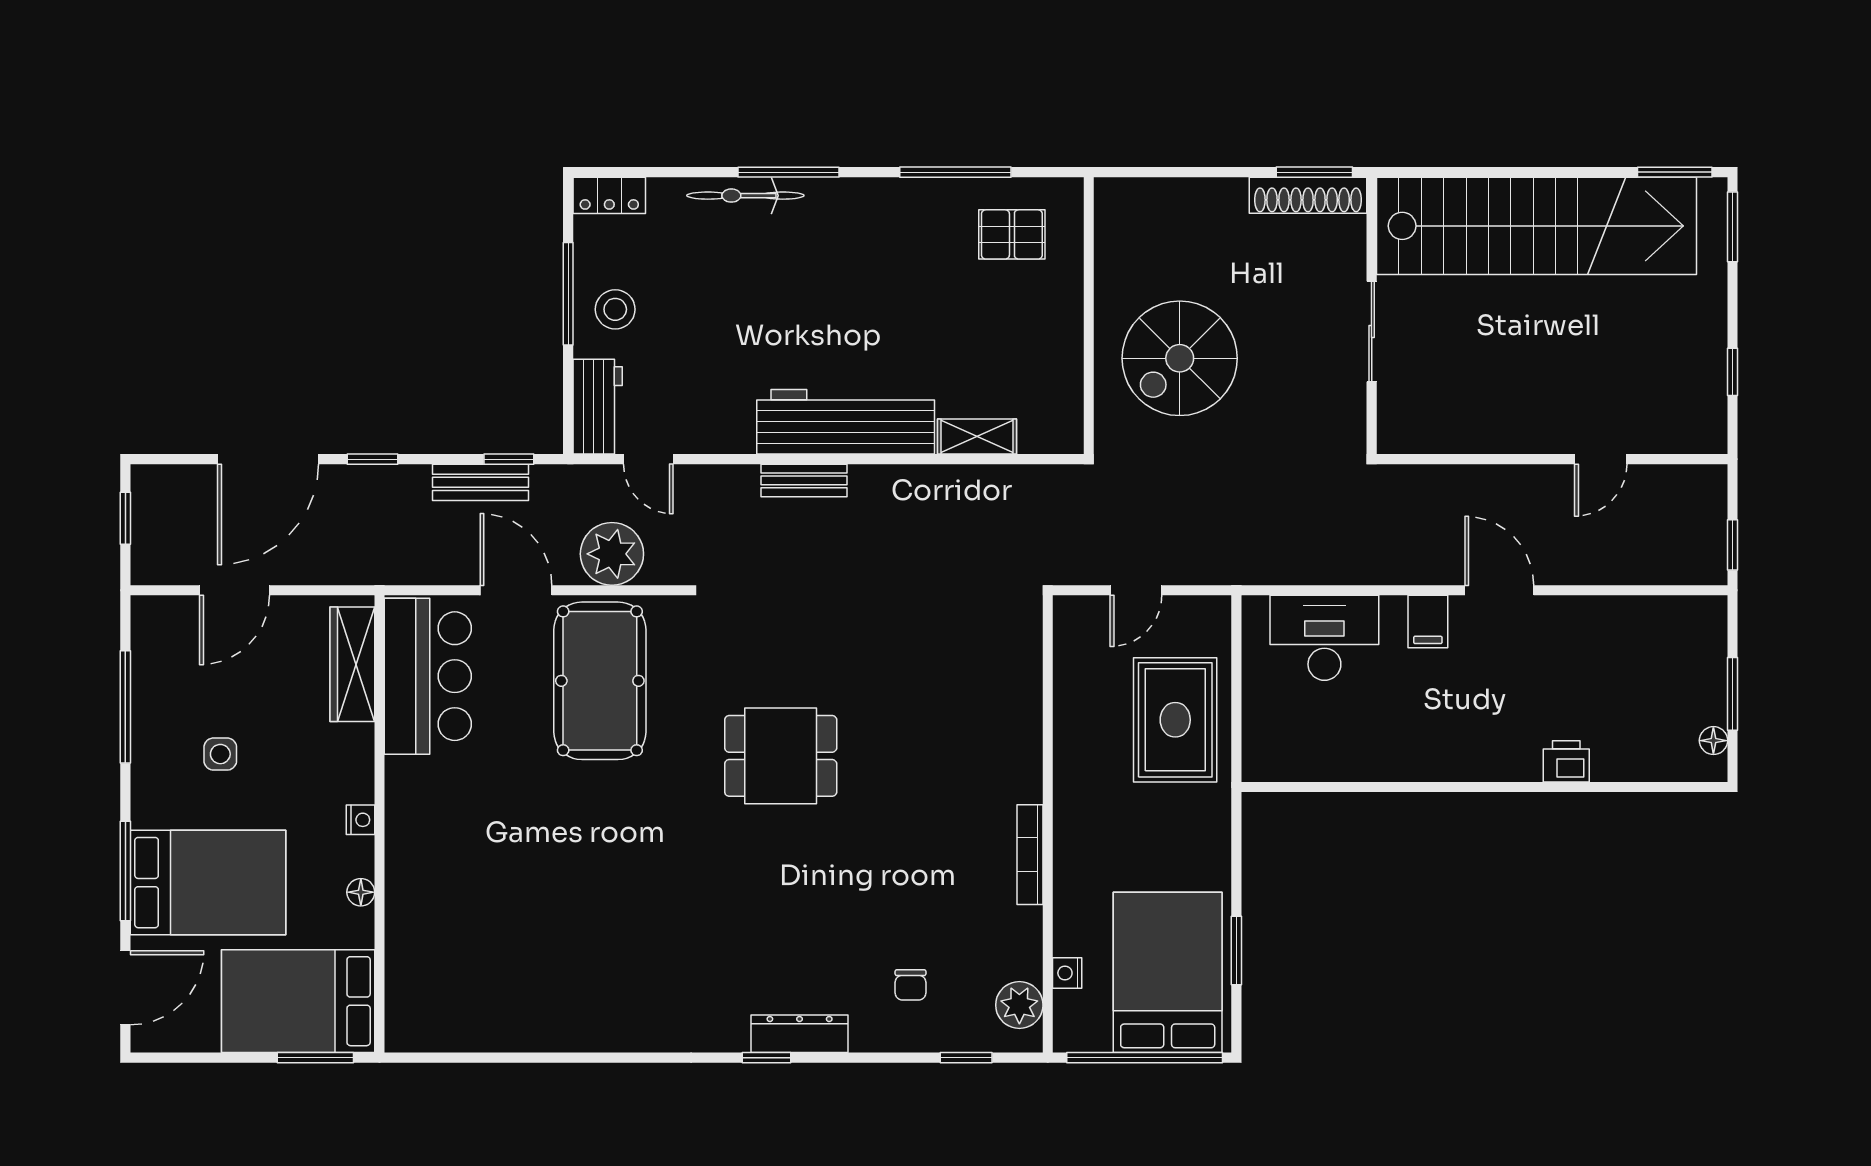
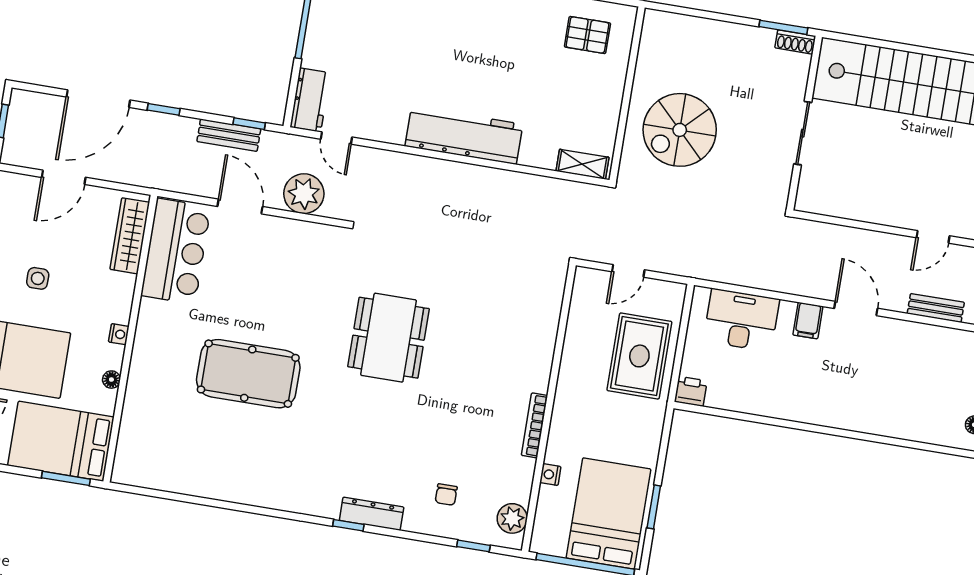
shoe rack: (1308, 195) -> (795, 42), width x0.51, depth x0.81
stool: (615, 309) -> (331, 41), removed
shelving: (977, 436) -> (582, 164), moved
bench: (804, 480) -> (936, 308), moved
pool table: (600, 681) -> (248, 374), moved, turned 90
dining table: (781, 756) -> (389, 338), width x1.38
printer: (1566, 761) -> (691, 391), moved
nightstand: (1067, 973) -> (550, 475), moved

